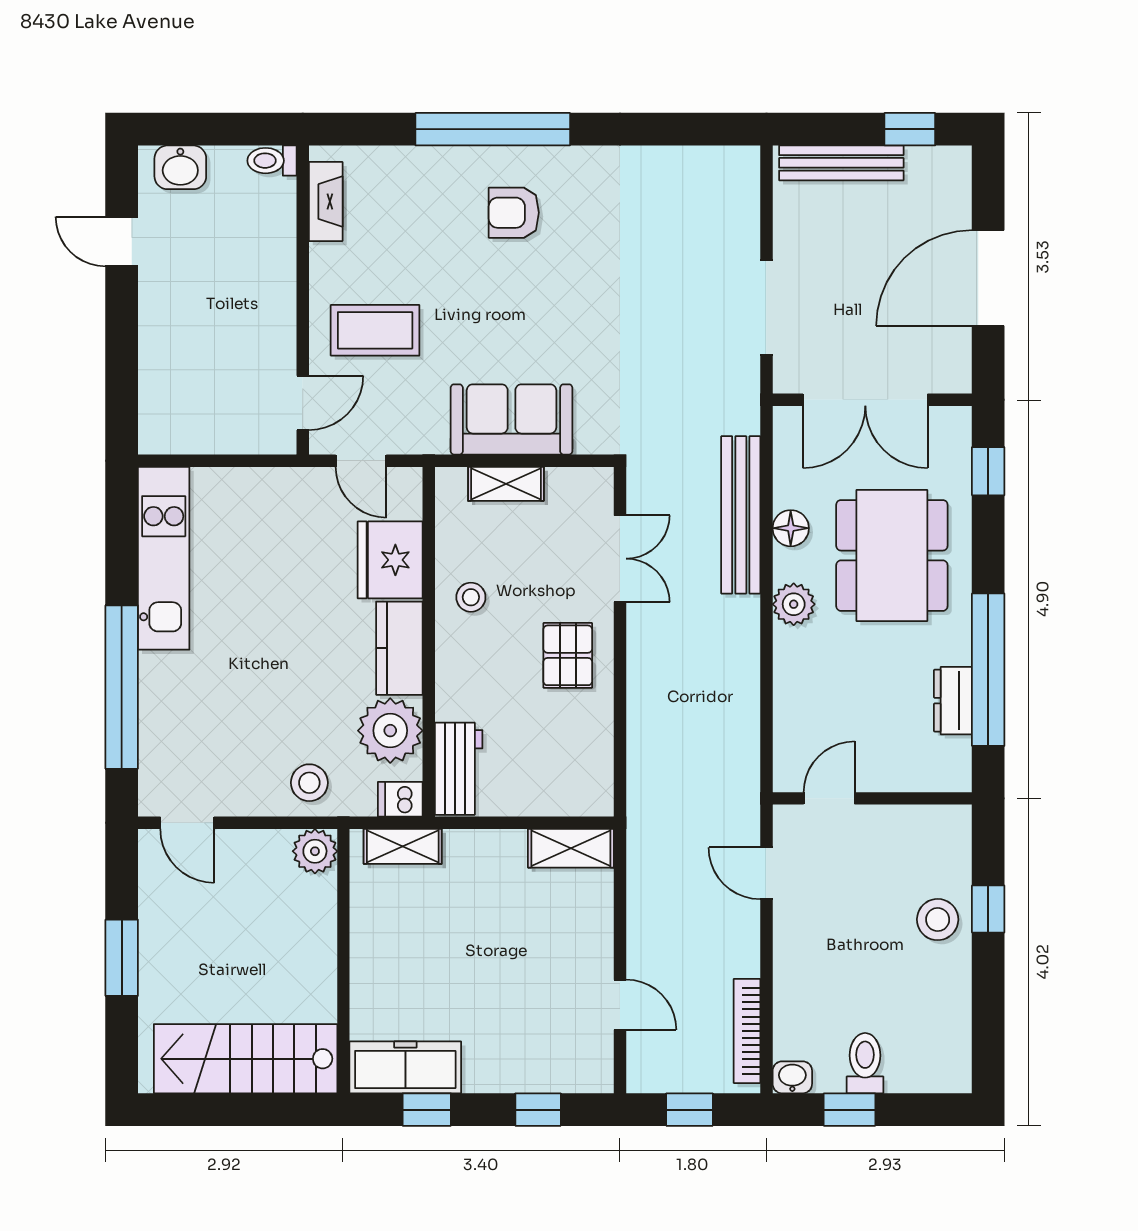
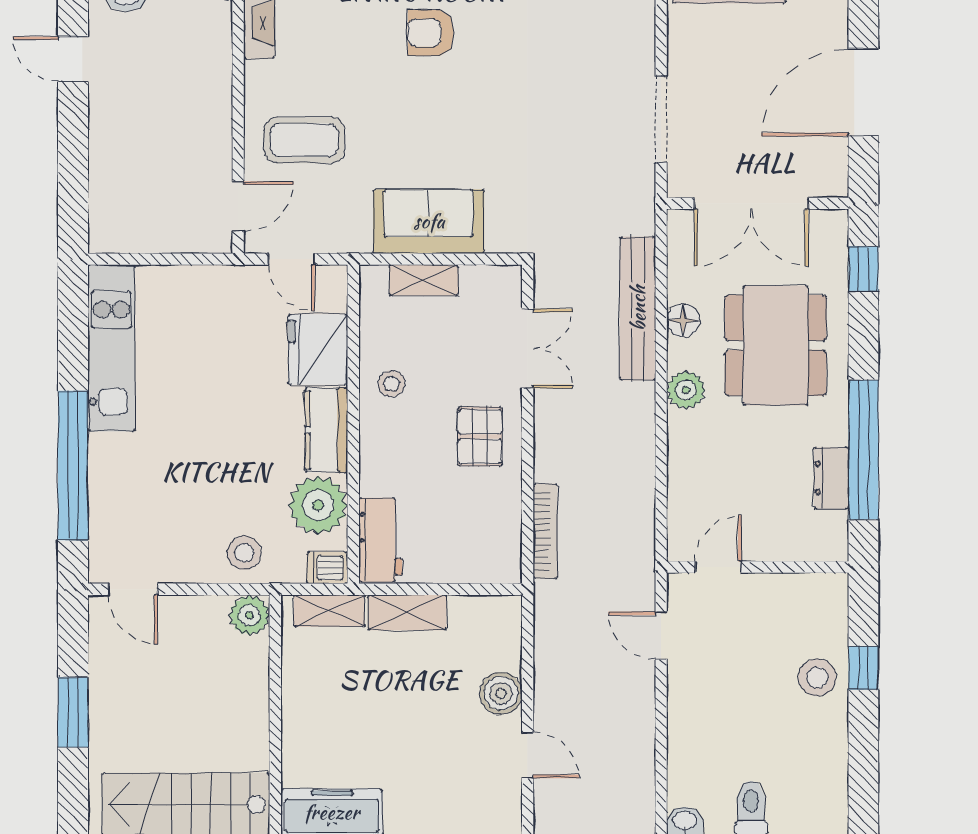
shelving: (571, 848) -> (407, 613), moved
boiler: (591, 937) -> (501, 693), added
bookcase: (747, 1031) -> (545, 531), moved, turned 180

